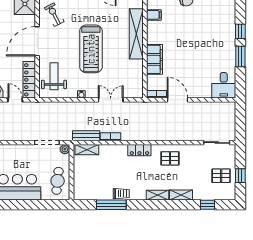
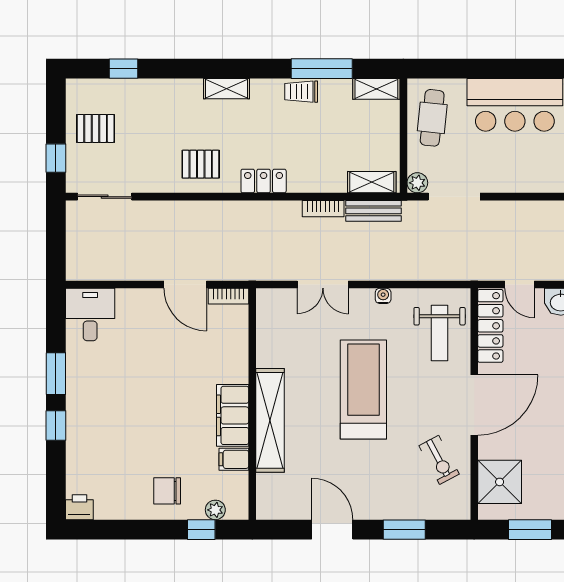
filing cabinet: (155, 59) -> (233, 415), moved
window: (240, 176) -> (56, 158), moved
shelving: (181, 195) -> (376, 89), moved

